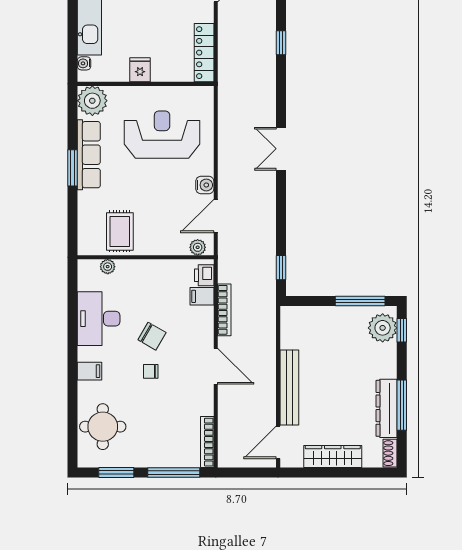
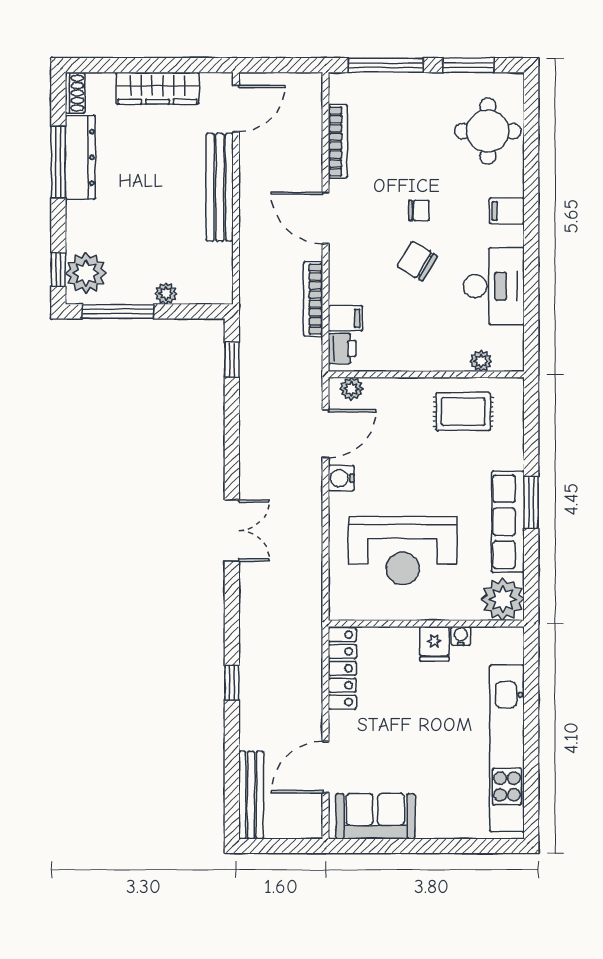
water cooler: (84, 63) -> (461, 636), moved, turned -90
rug: (120, 231) -> (463, 412), turned 90
plant: (327, 314) -> (166, 294), added
bookcase: (207, 442) -> (338, 141), moved

